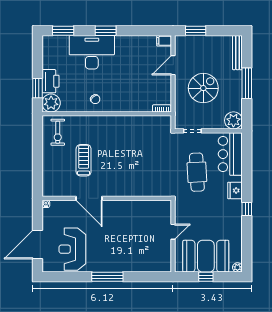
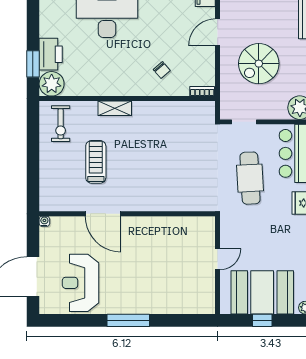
spiral stairs: (203, 88) -> (259, 64), turned 180
chair: (95, 99) -> (162, 70), moved
shelving: (98, 121) -> (115, 108), added

